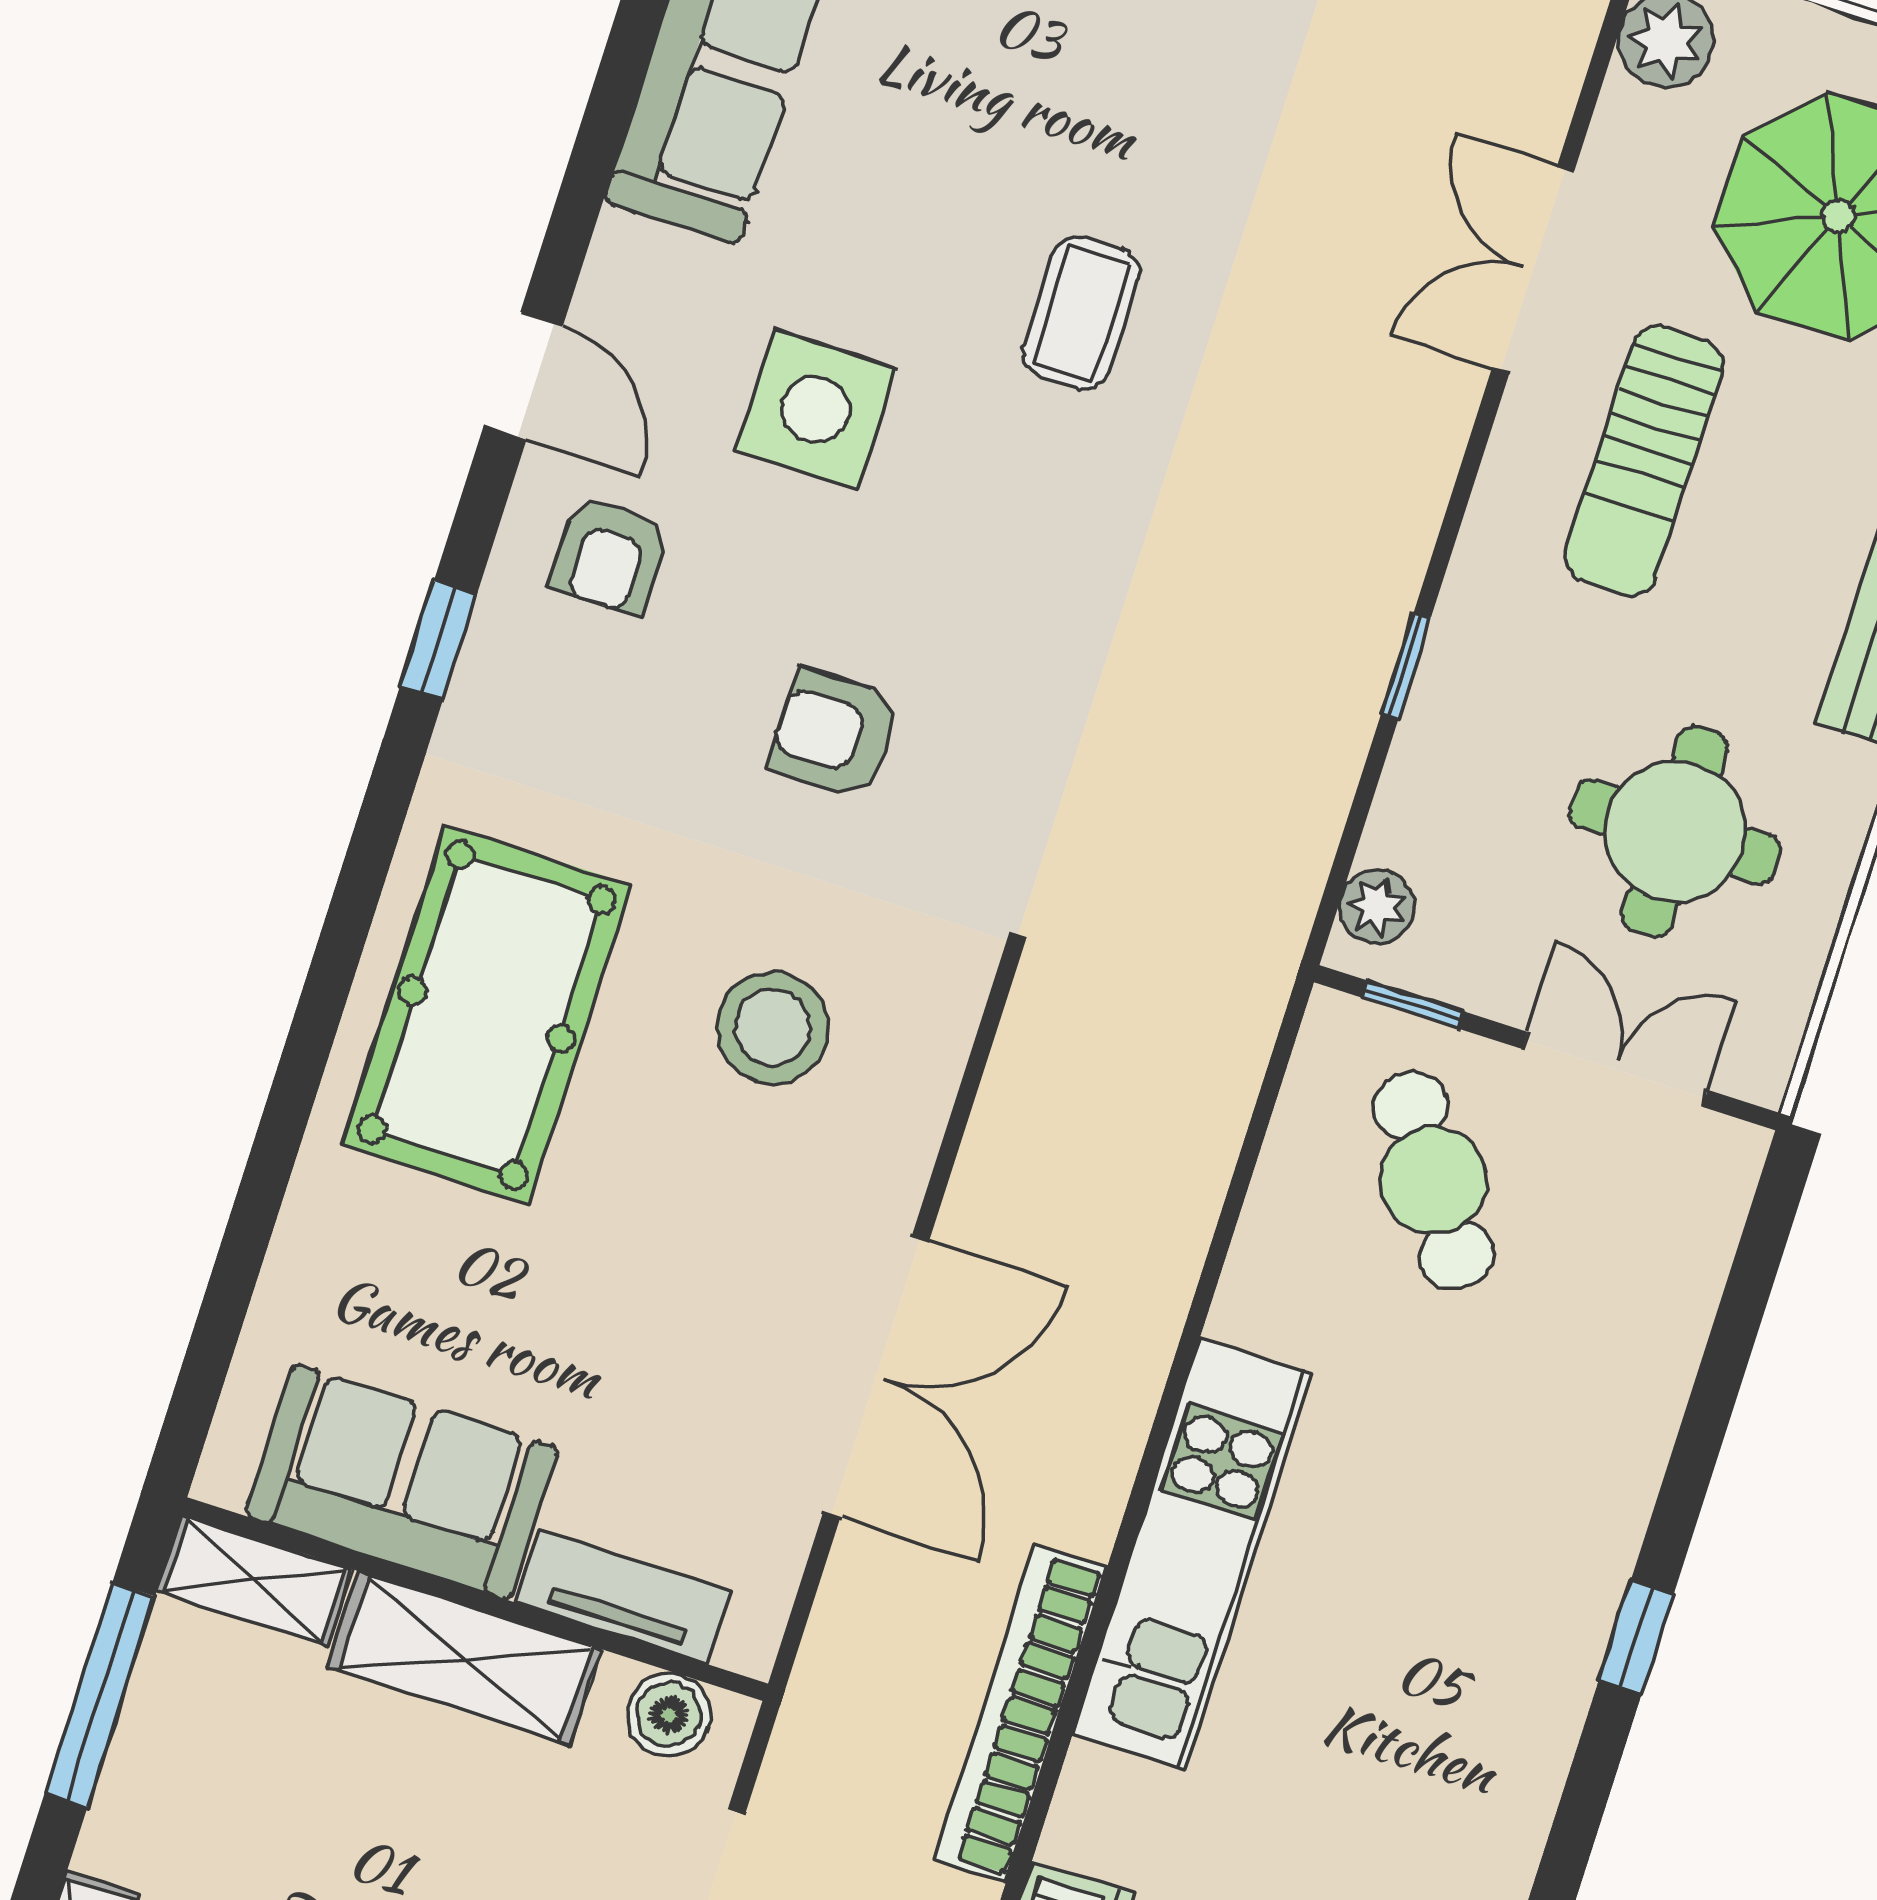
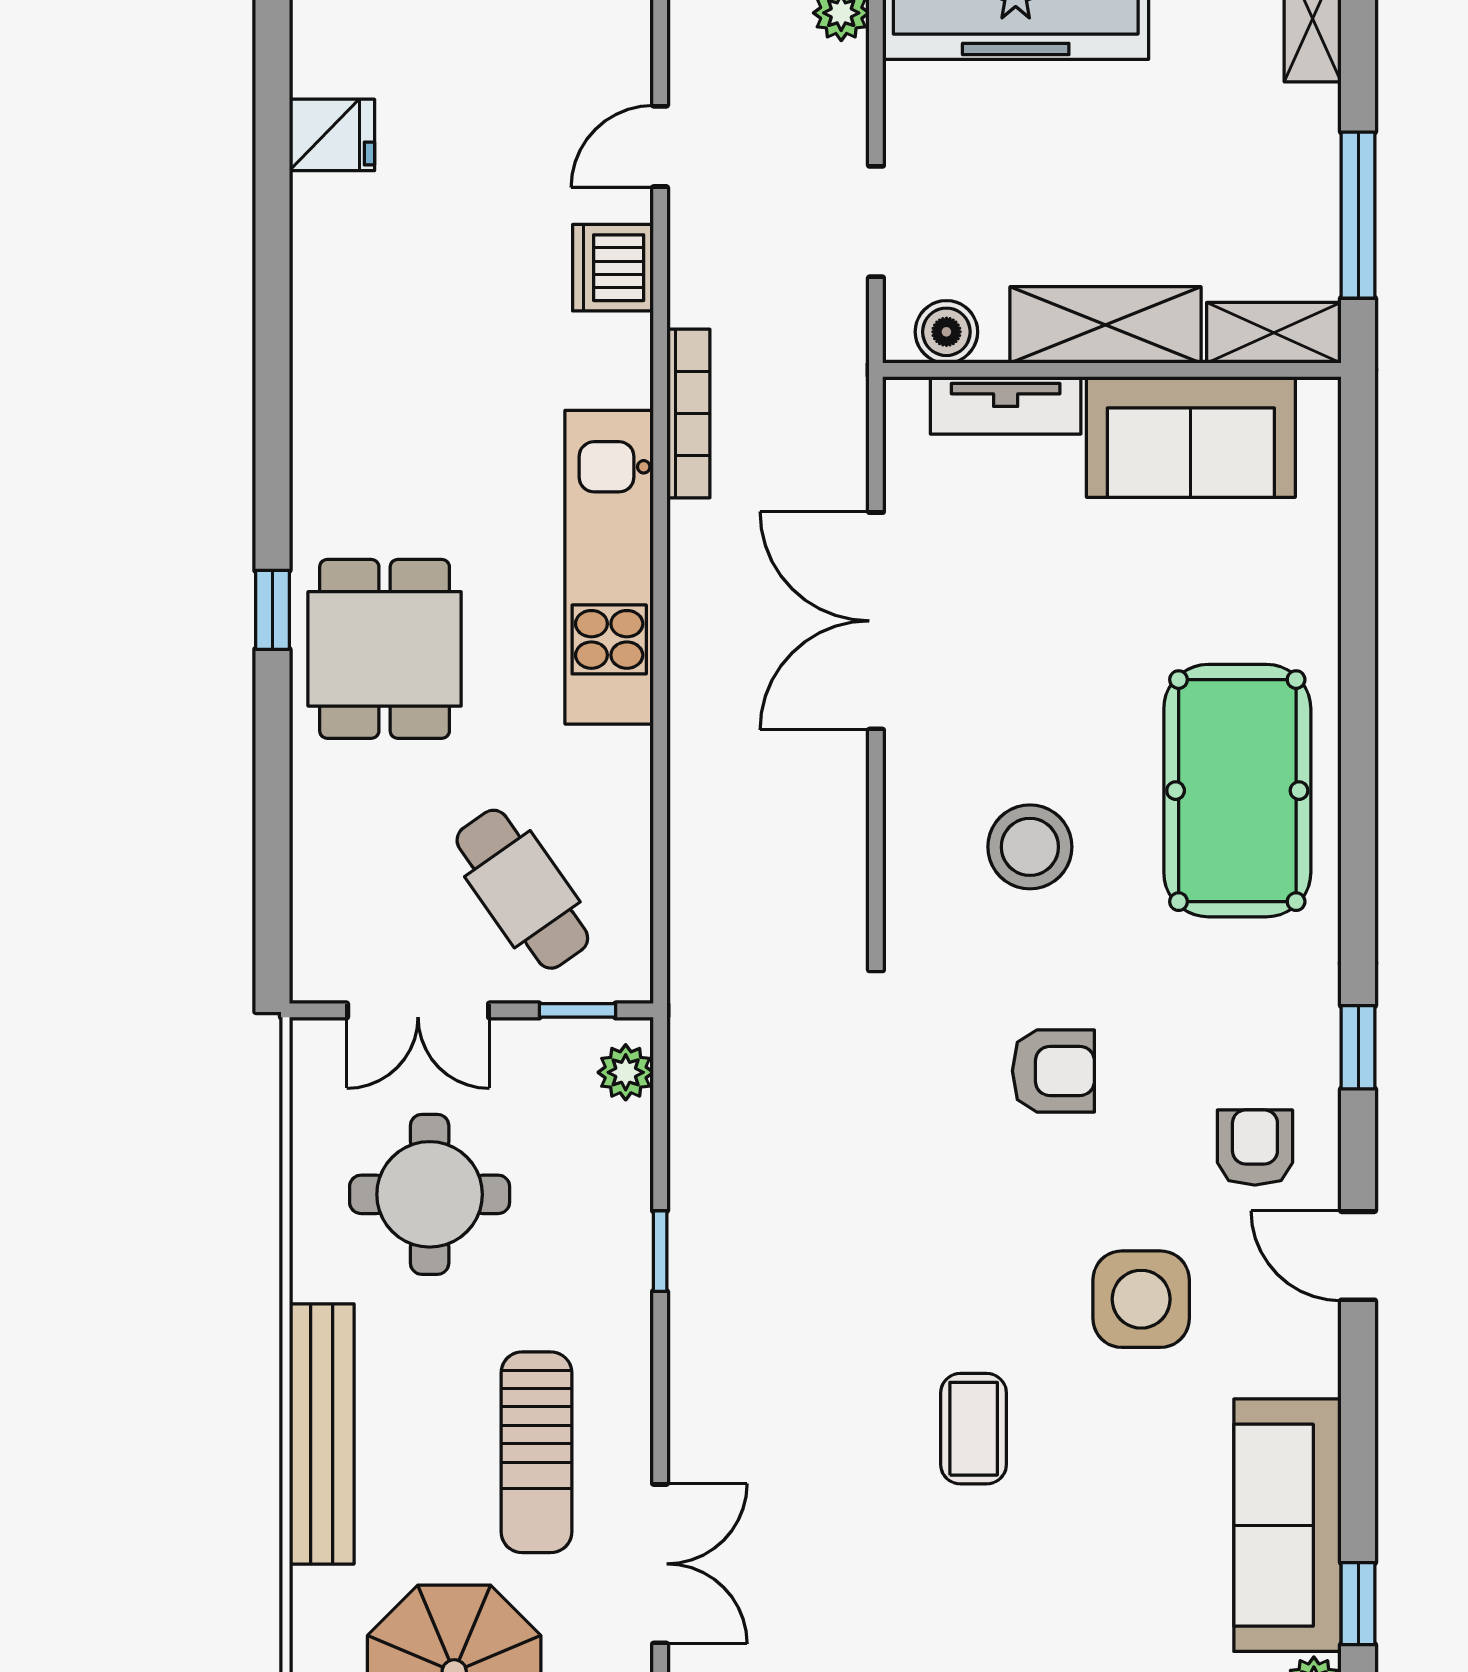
sun lounger: (1645, 461) -> (536, 1452), turned 180
dining table: (1510, 1541) -> (385, 649), added
bookcase: (1021, 1713) -> (688, 413), width x0.68, depth x0.76

